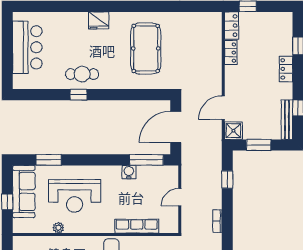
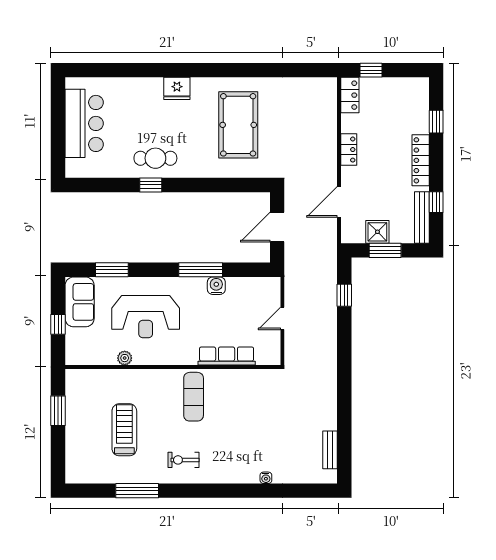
locker: (231, 53) -> (349, 150), moved
locker: (286, 69) -> (421, 160), width x1.53
door: (176, 127) -> (277, 227), width x0.73
shower: (233, 131) -> (377, 232), moved
window: (146, 160) -> (201, 270), moved
sofa: (24, 191) -> (80, 302), width x0.73
bookcase: (217, 221) -> (331, 349), removed

